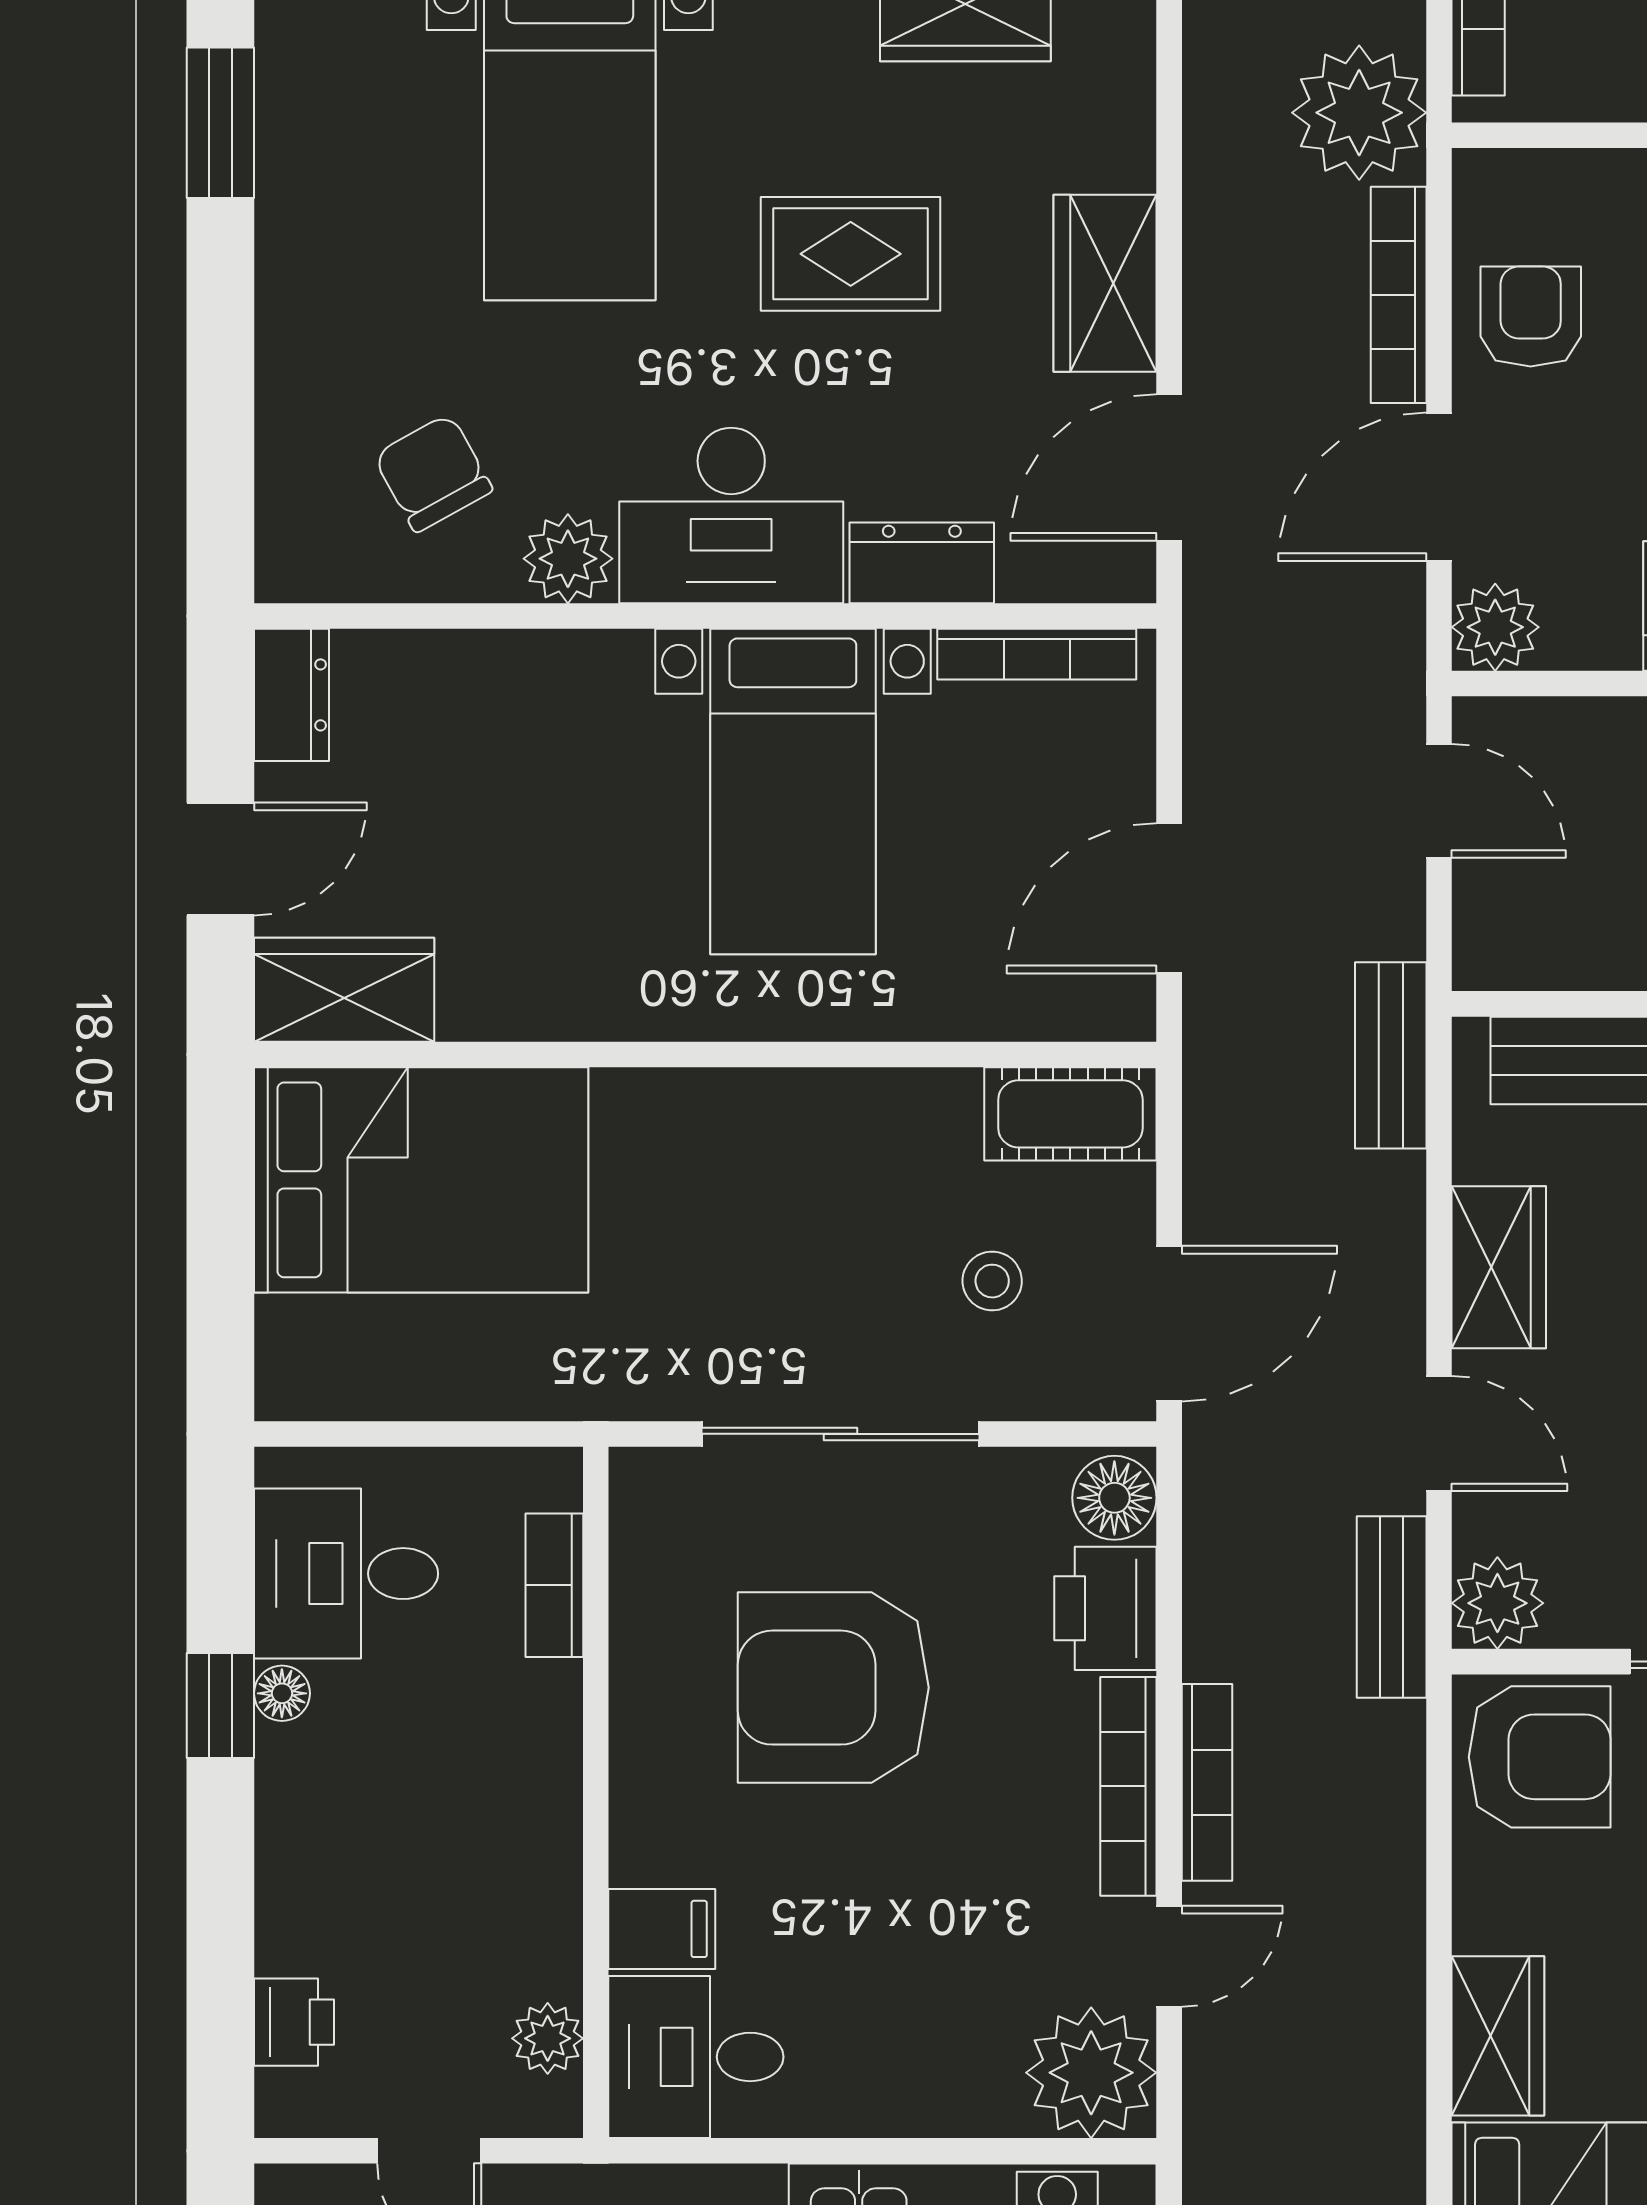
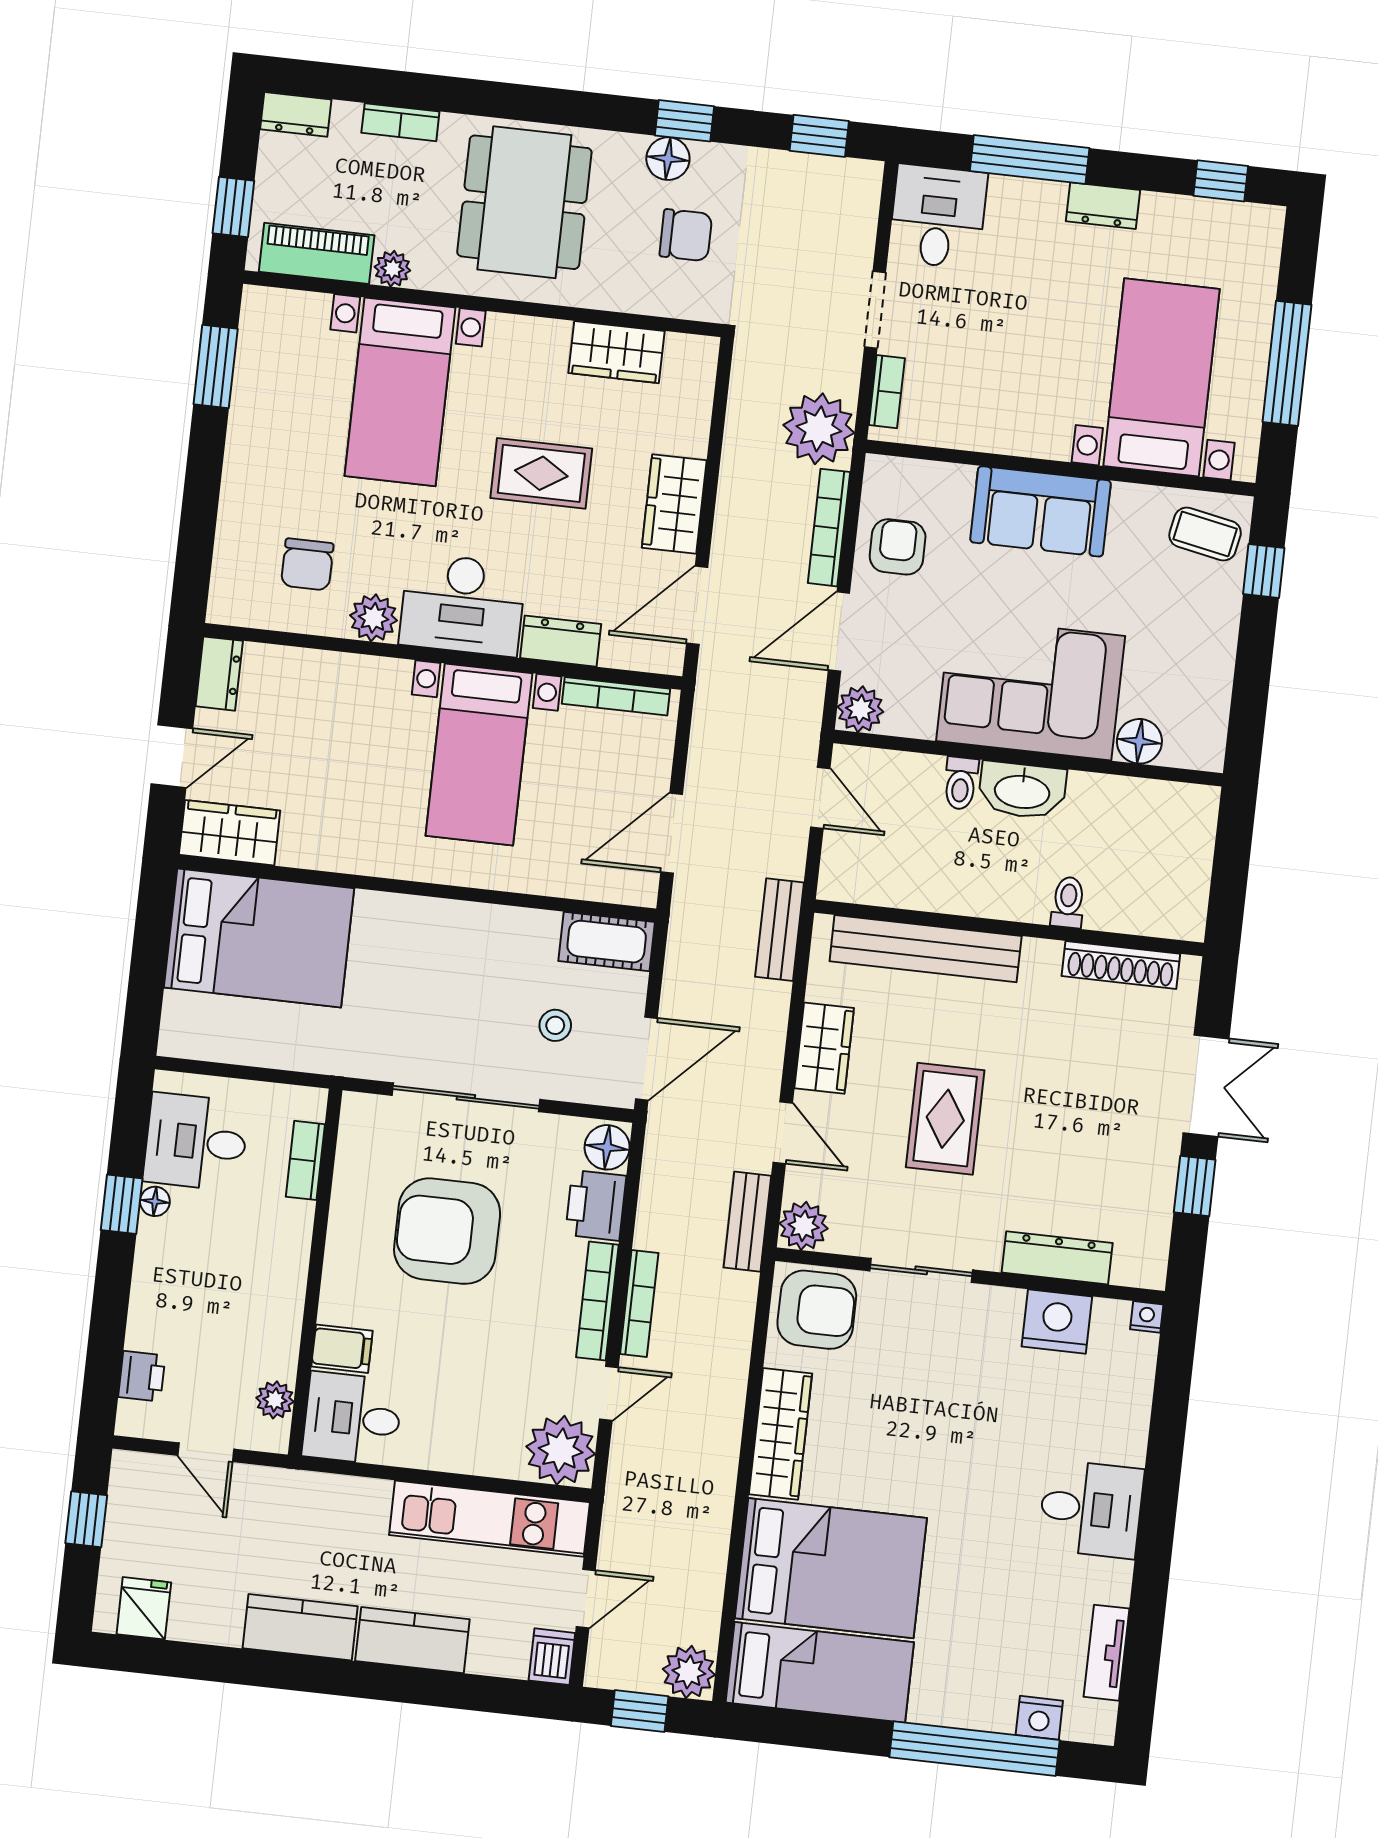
chair: (433, 473) -> (307, 564), turned -151
wardrobe: (1498, 2036) -> (780, 1434), width x1.50

